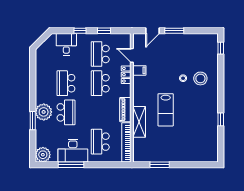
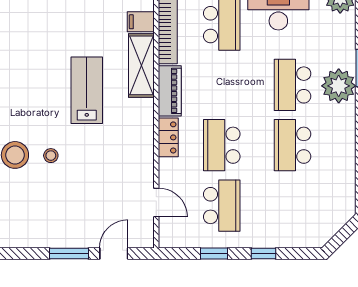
desk: (66, 44) -> (292, 226), removed
filing cabinet: (139, 70) -> (141, 22), moved
locker: (126, 75) -> (168, 137), moved
school desk: (66, 83) -> (293, 145), turned 180
school desk: (100, 83) -> (222, 145), turned 180

